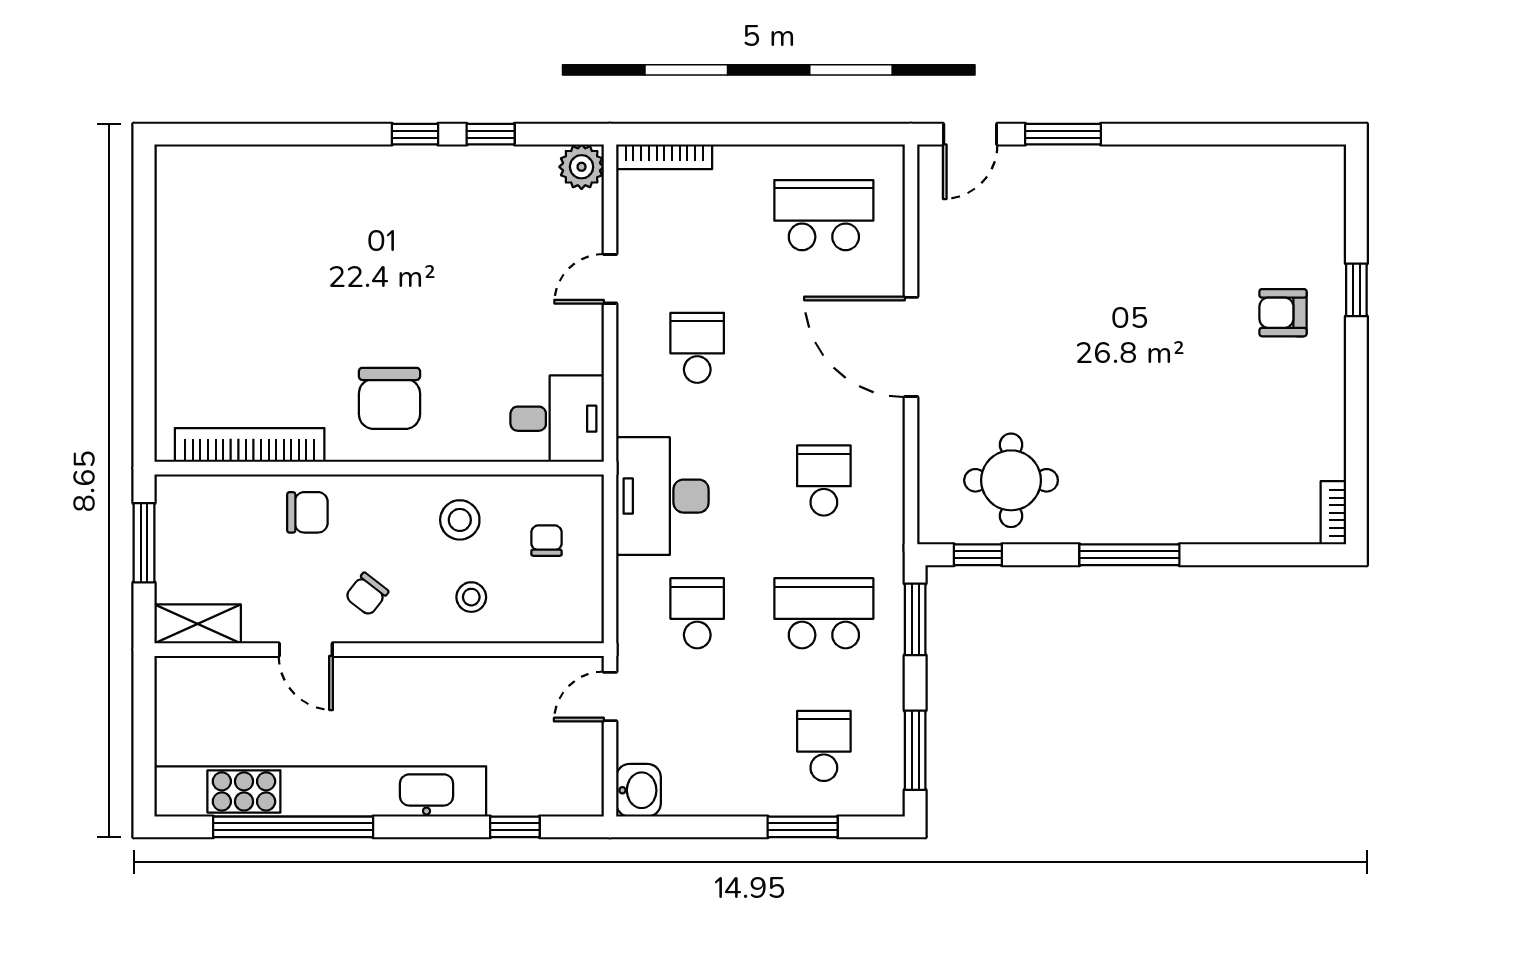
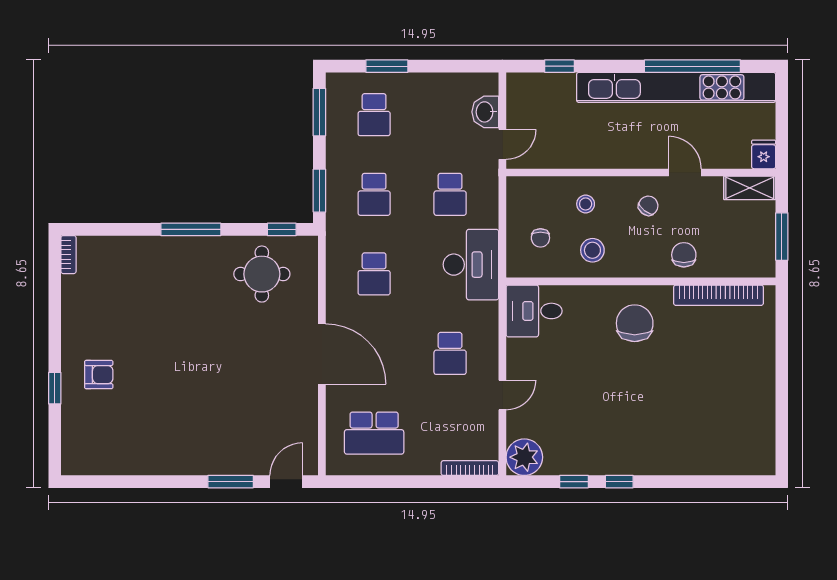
plant: (582, 167) -> (524, 457), width x1.36, depth x1.36
chair: (307, 512) -> (684, 255), turned 90
school desk: (824, 613) -> (374, 194), width x0.54
fridge: (174, 680) -> (764, 154), added
washbasin: (638, 790) -> (485, 112), moved

